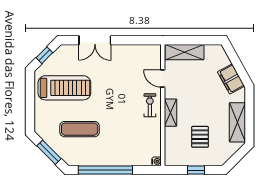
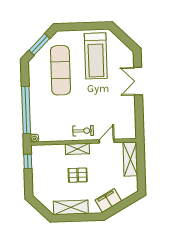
window: (44, 55) -> (124, 37), removed
exercise mat: (80, 129) -> (60, 70), width x1.36, depth x1.45
pallet: (200, 137) -> (78, 175), moved
window: (105, 170) -> (26, 110), moved
window: (196, 170) -> (28, 161), moved

